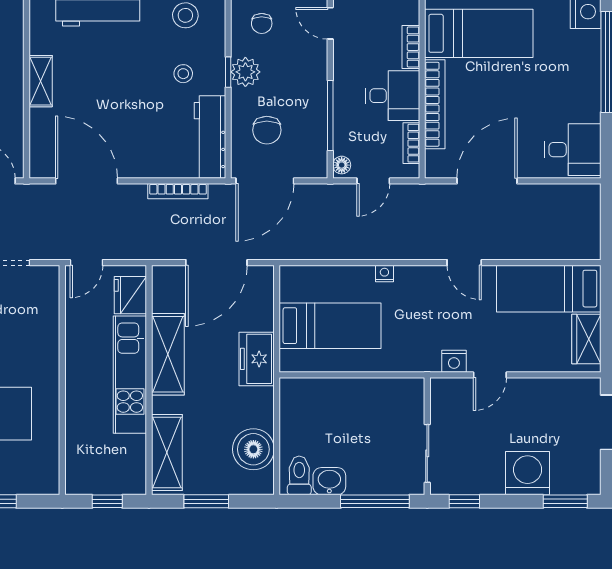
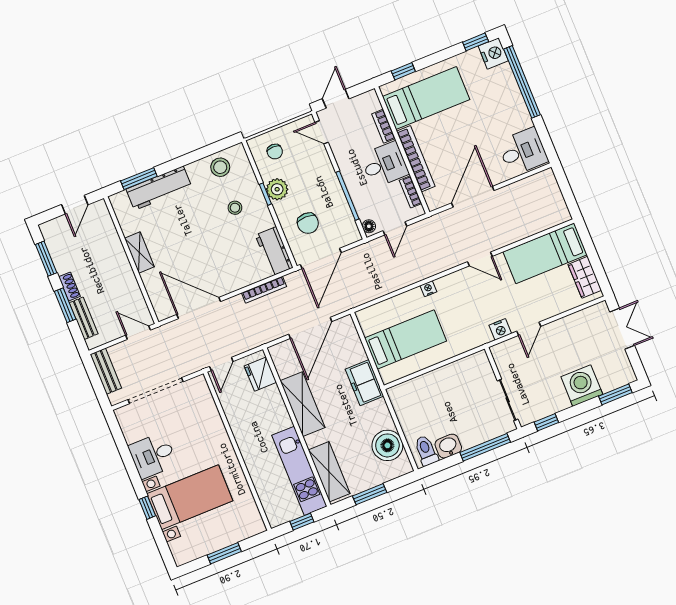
workbench: (210, 137) -> (274, 251), width x0.73
kitchen unit: (130, 375) -> (299, 471), moved

